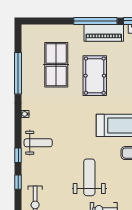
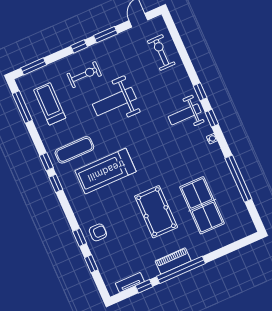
piano: (104, 33) -> (173, 261), width x0.73, depth x0.75
weight bench: (89, 177) -> (114, 102), turned 90
window: (18, 182) -> (212, 118), moved

